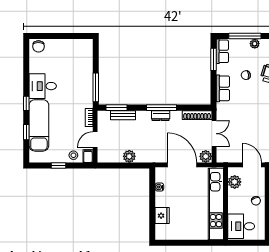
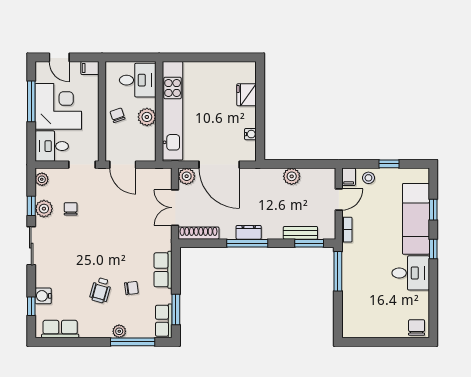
plant: (235, 182) -> (147, 117), moved

